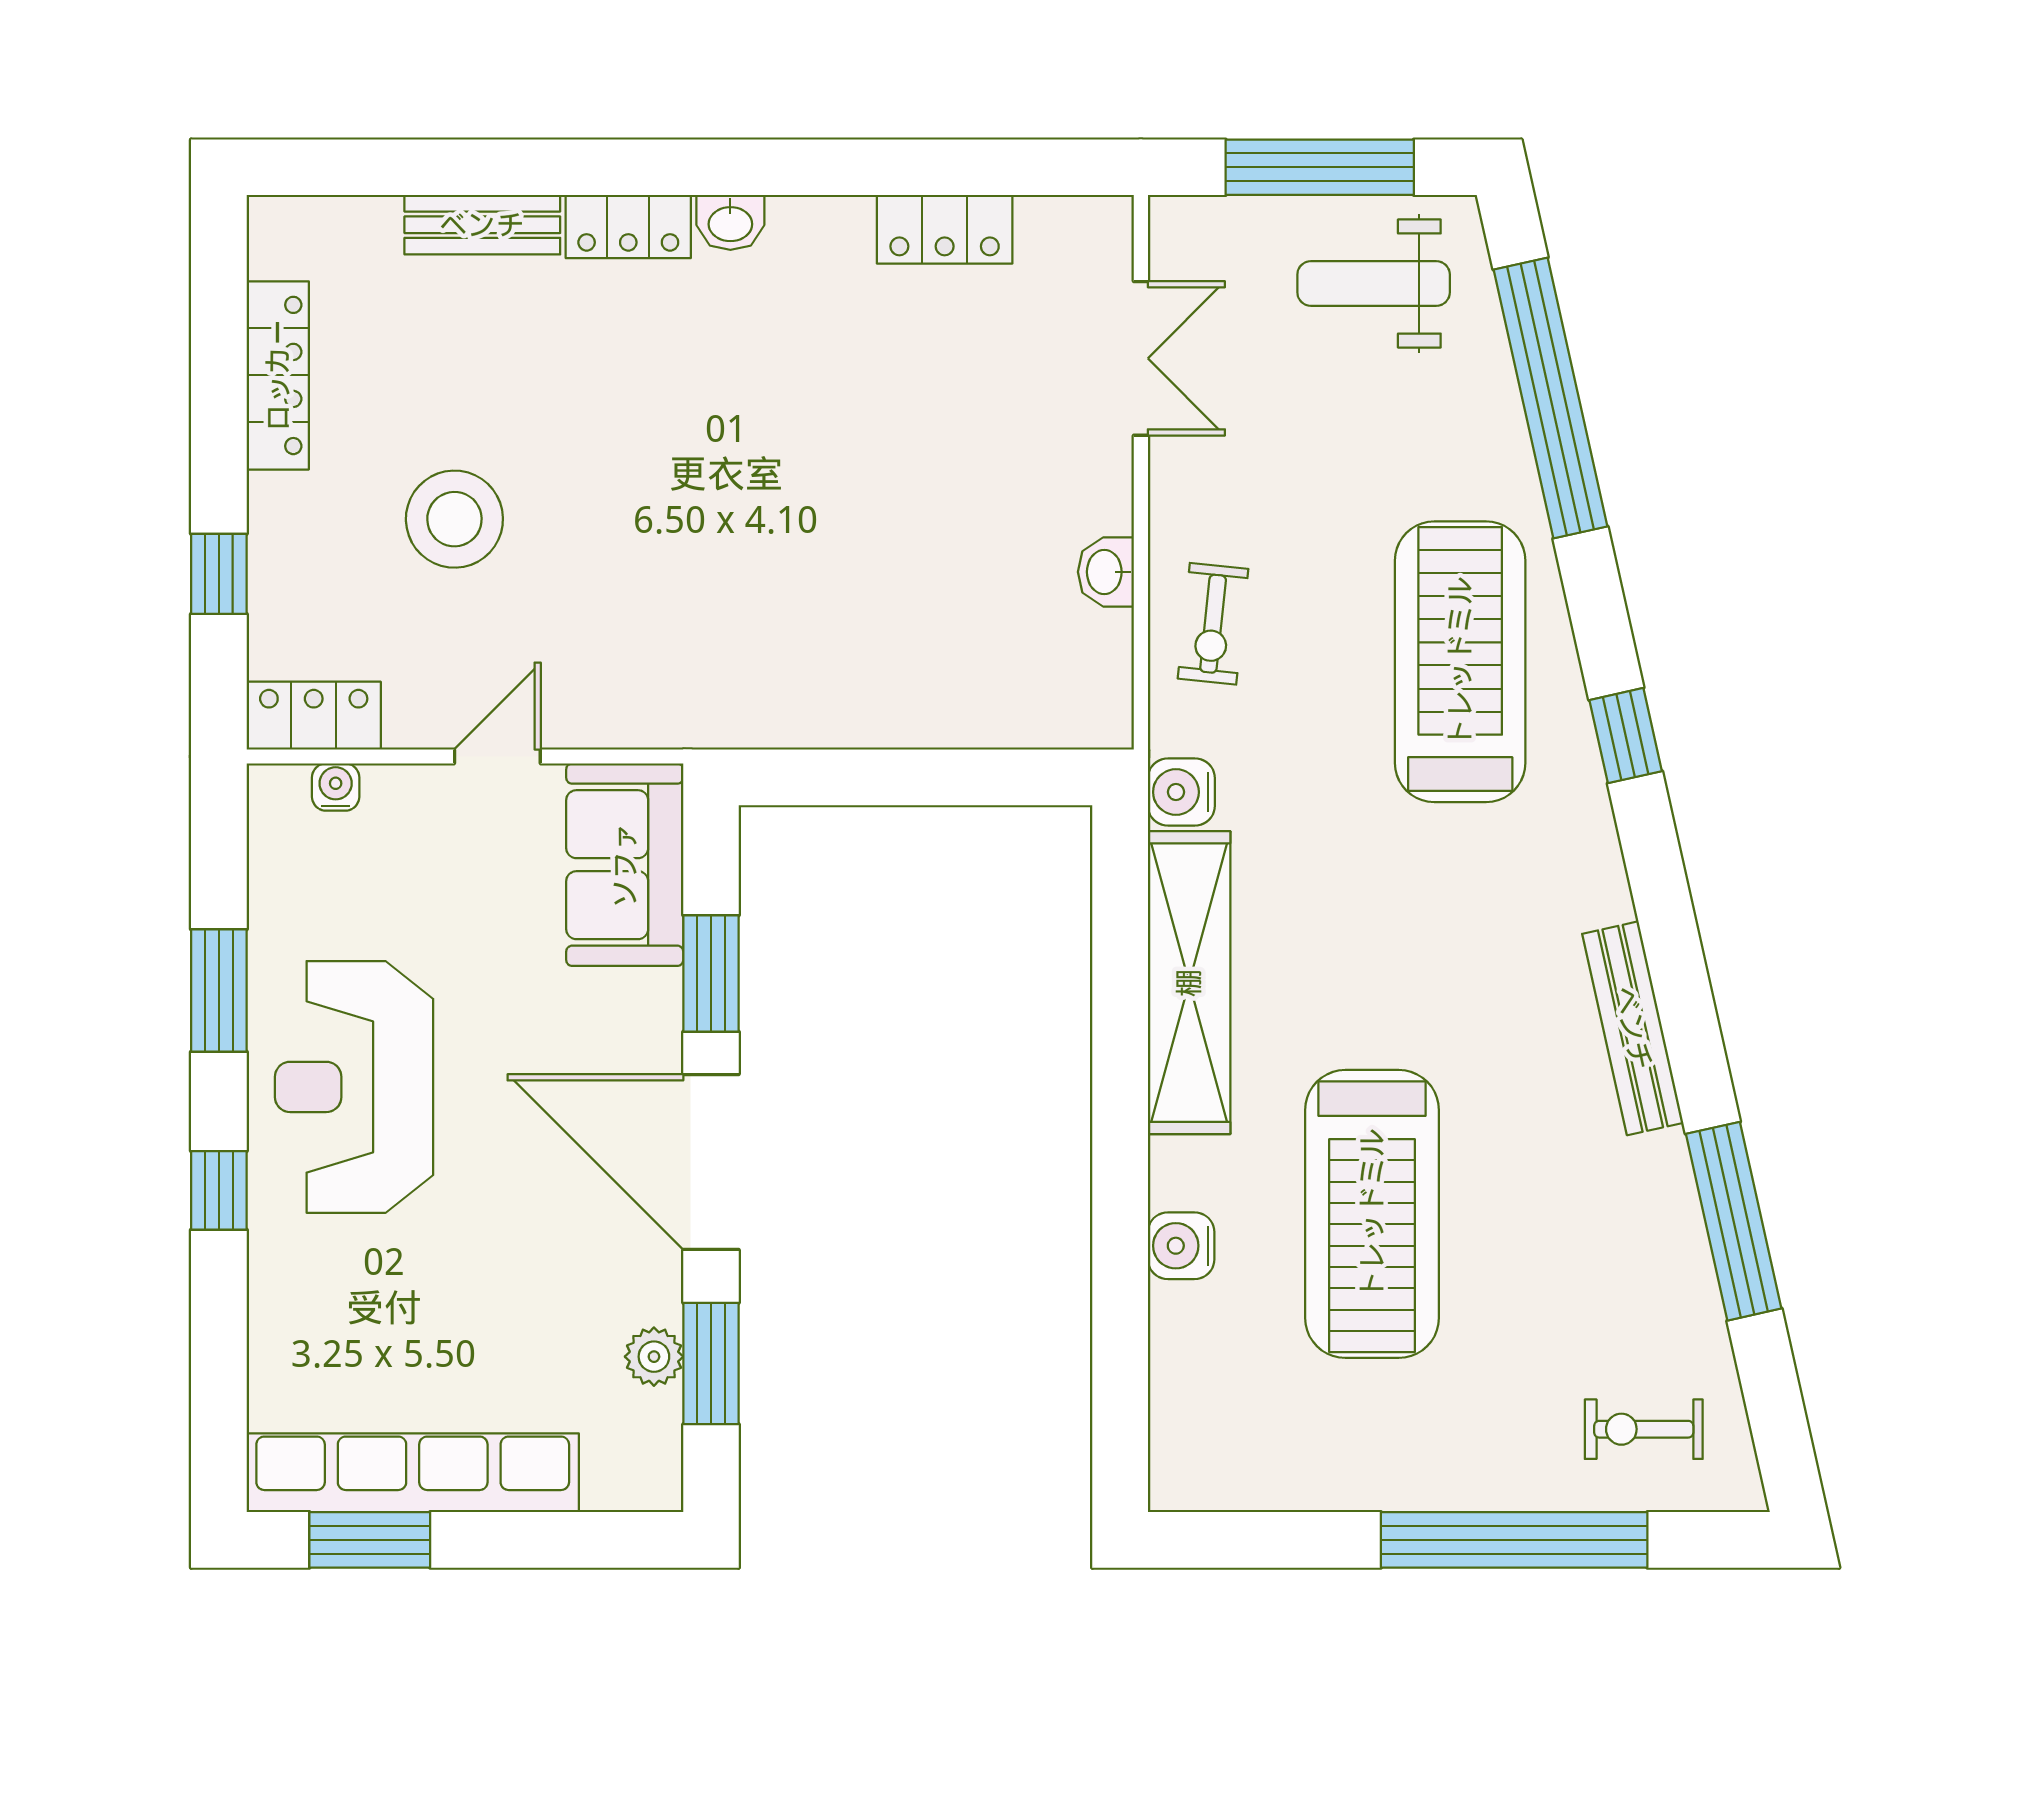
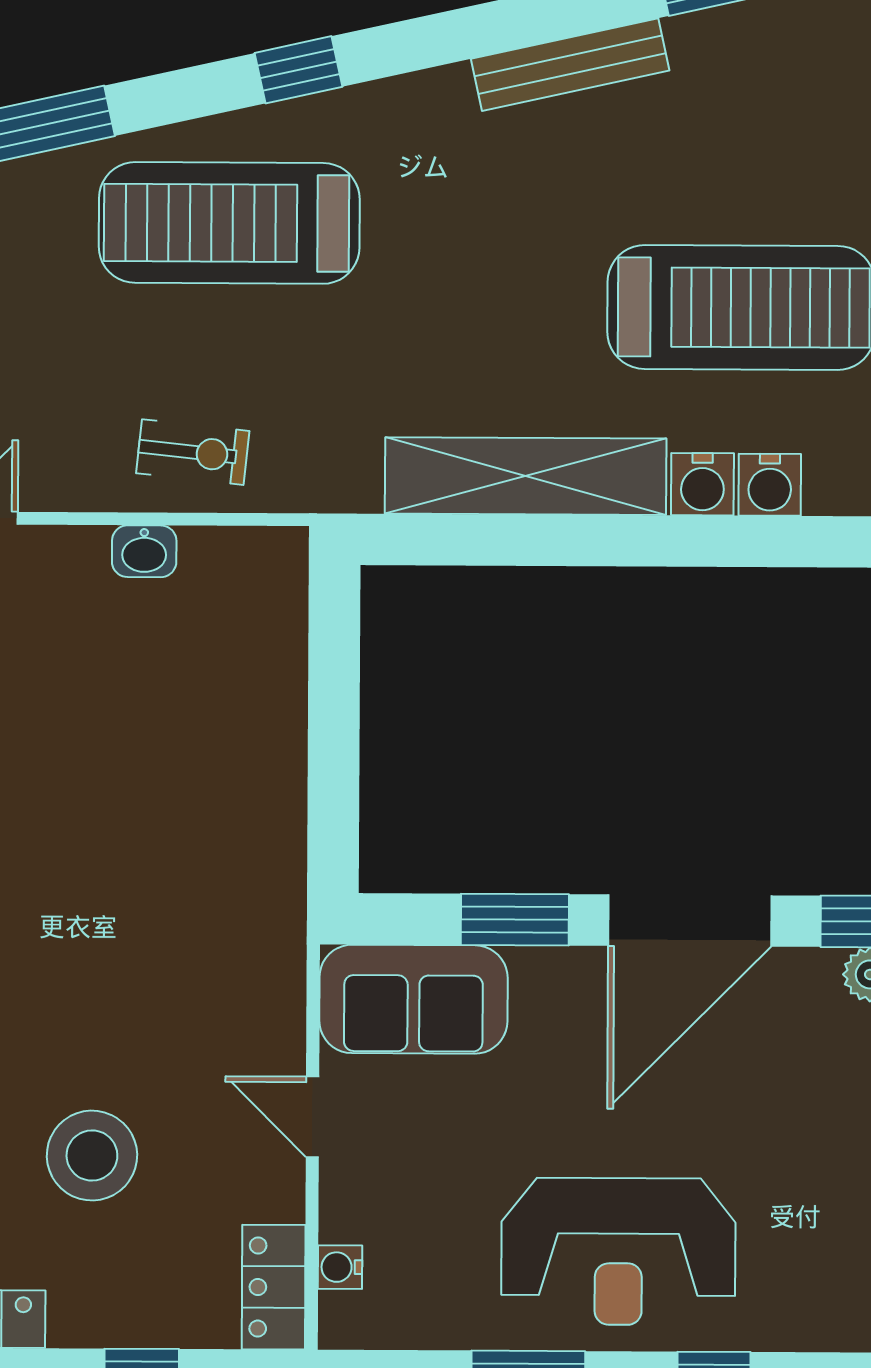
water cooler: (1181, 792) -> (702, 484), moved

